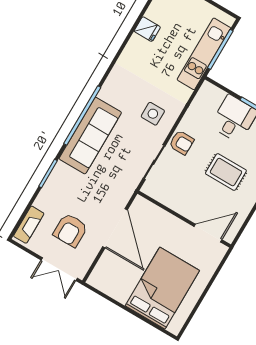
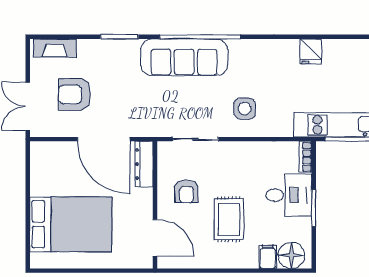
fridge: (147, 29) -> (311, 51), moved
bookcase: (213, 90) -> (305, 157), added
armchair: (181, 143) -> (186, 191), moved
dresser: (150, 210) -> (144, 164), added
door: (115, 228) -> (104, 139), hinge flipped

